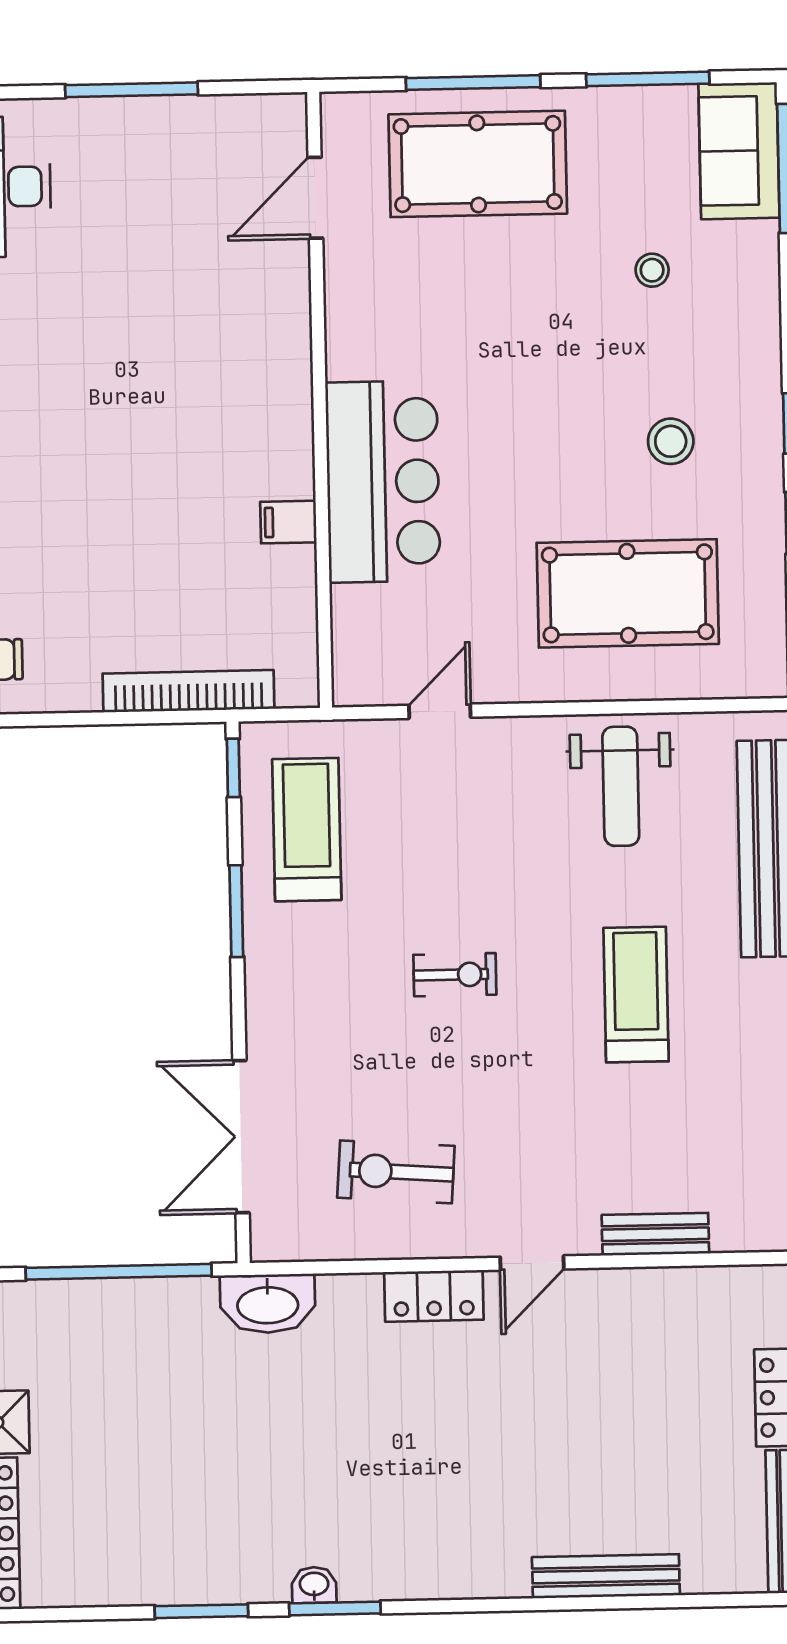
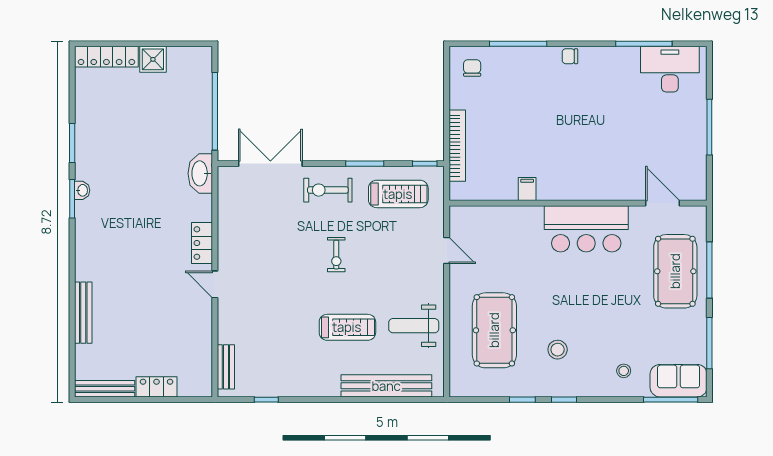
stool: (652, 270) -> (624, 371), moved
bar counter: (383, 482) -> (586, 229), moved
treadmill: (636, 995) -> (347, 327), moved
exercise bike: (396, 1172) -> (328, 190), moved, turned -94
bench: (655, 1234) -> (226, 367), moved

